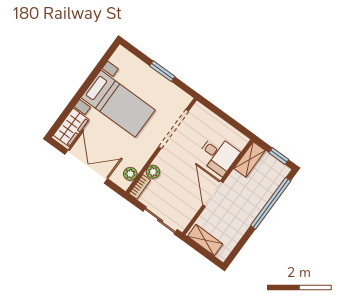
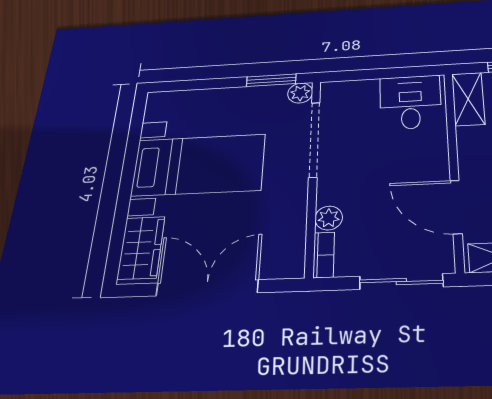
window: (162, 71) -> (271, 80), moved
desk: (218, 155) -> (410, 102), moved, turned -90
plant: (130, 174) -> (300, 93), moved
door: (213, 194) -> (456, 207), moved

